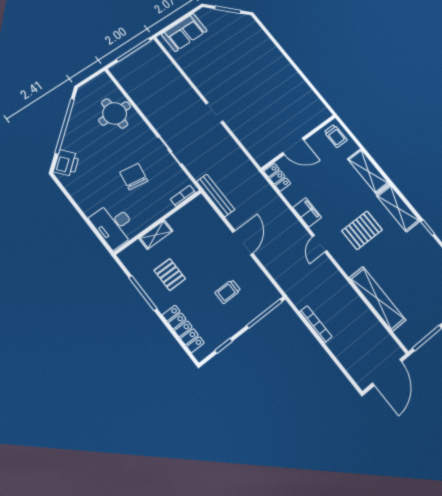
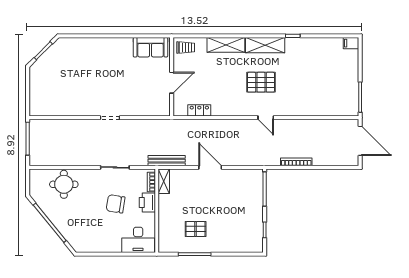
sofa: (184, 32) -> (150, 47), moved, turned 90
printer: (66, 163) -> (147, 202), moved, turned -141
locker: (277, 177) -> (199, 110), moved
filing cabinet: (307, 212) -> (222, 109), removed
pallet: (362, 230) -> (261, 82), turned 90
shelving: (156, 235) -> (164, 181), moved
door: (320, 244) -> (266, 118), moved
trolley: (228, 291) -> (234, 201), removed
shelving: (378, 299) -> (312, 109), removed
locker: (183, 329) -> (235, 246), removed

